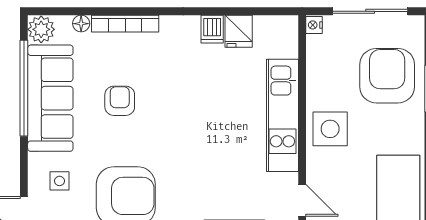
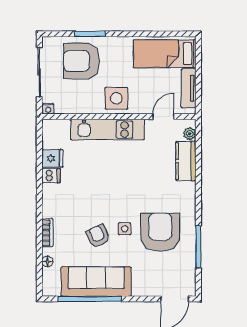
bookcase: (125, 24) -> (47, 233), width x0.64
plant: (41, 29) -> (51, 288), removed
armchair: (120, 101) -> (98, 236), turned 65
side table: (59, 181) -> (125, 229), moved

